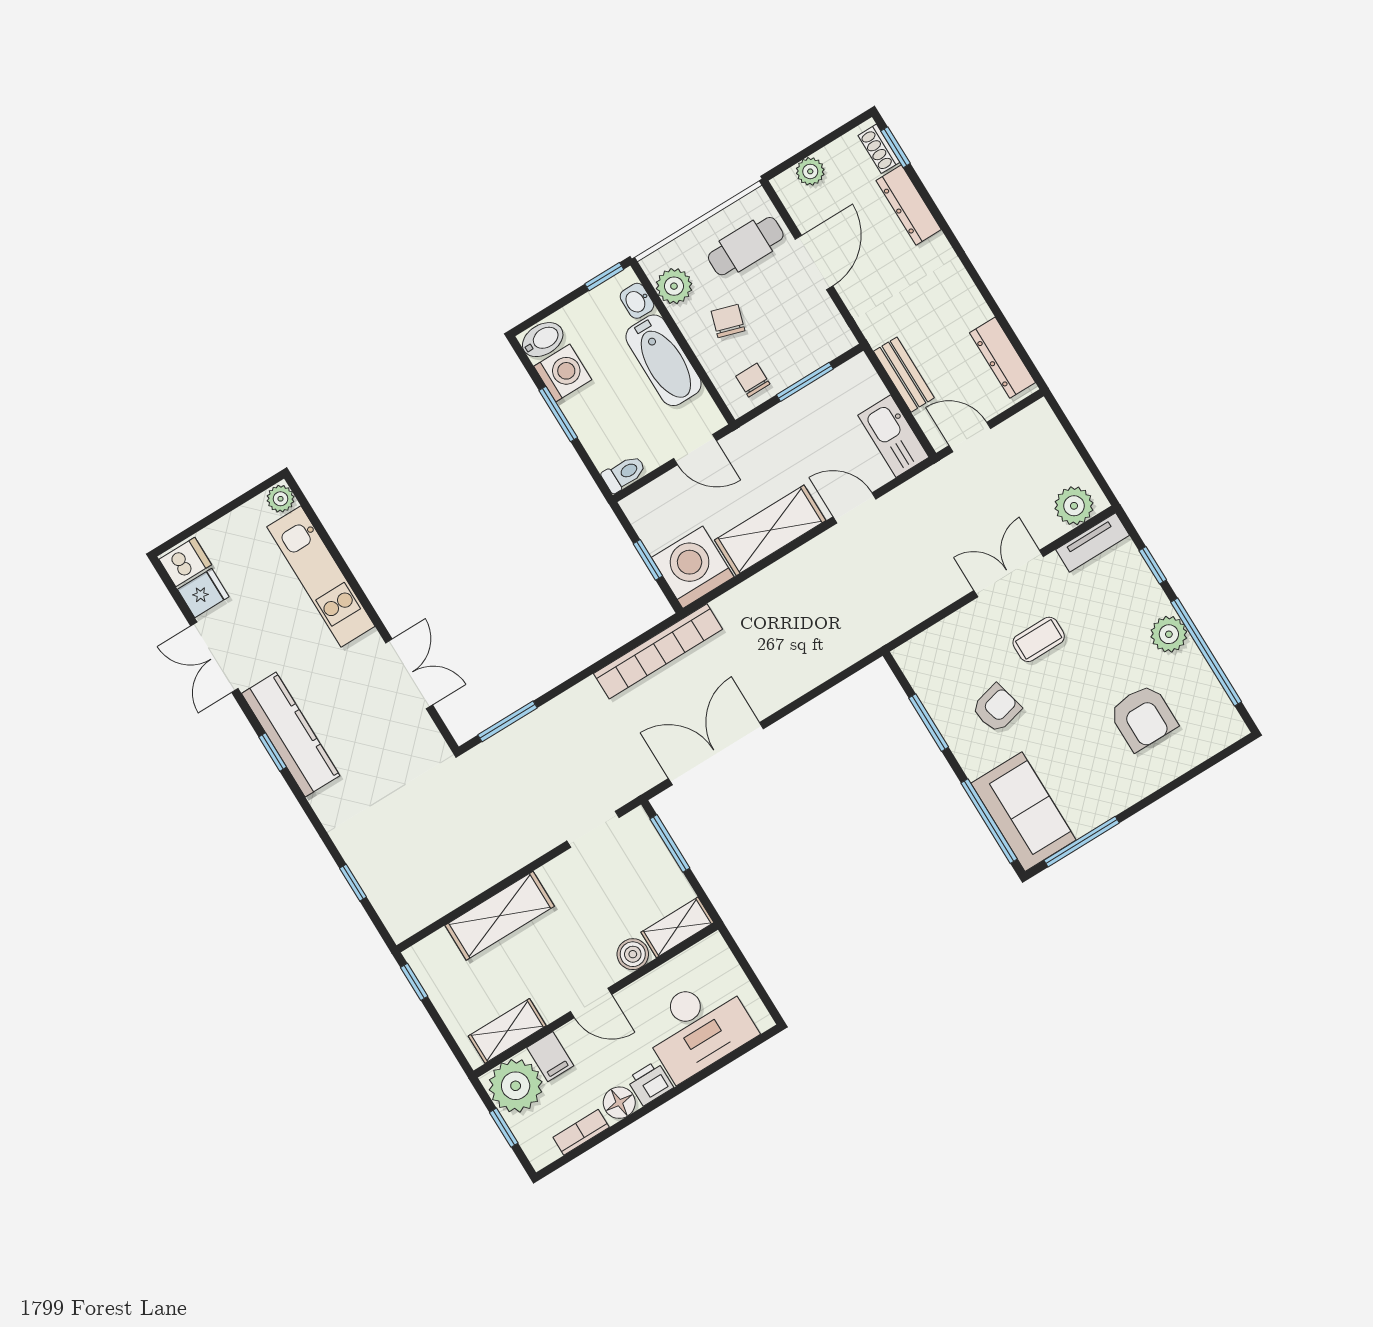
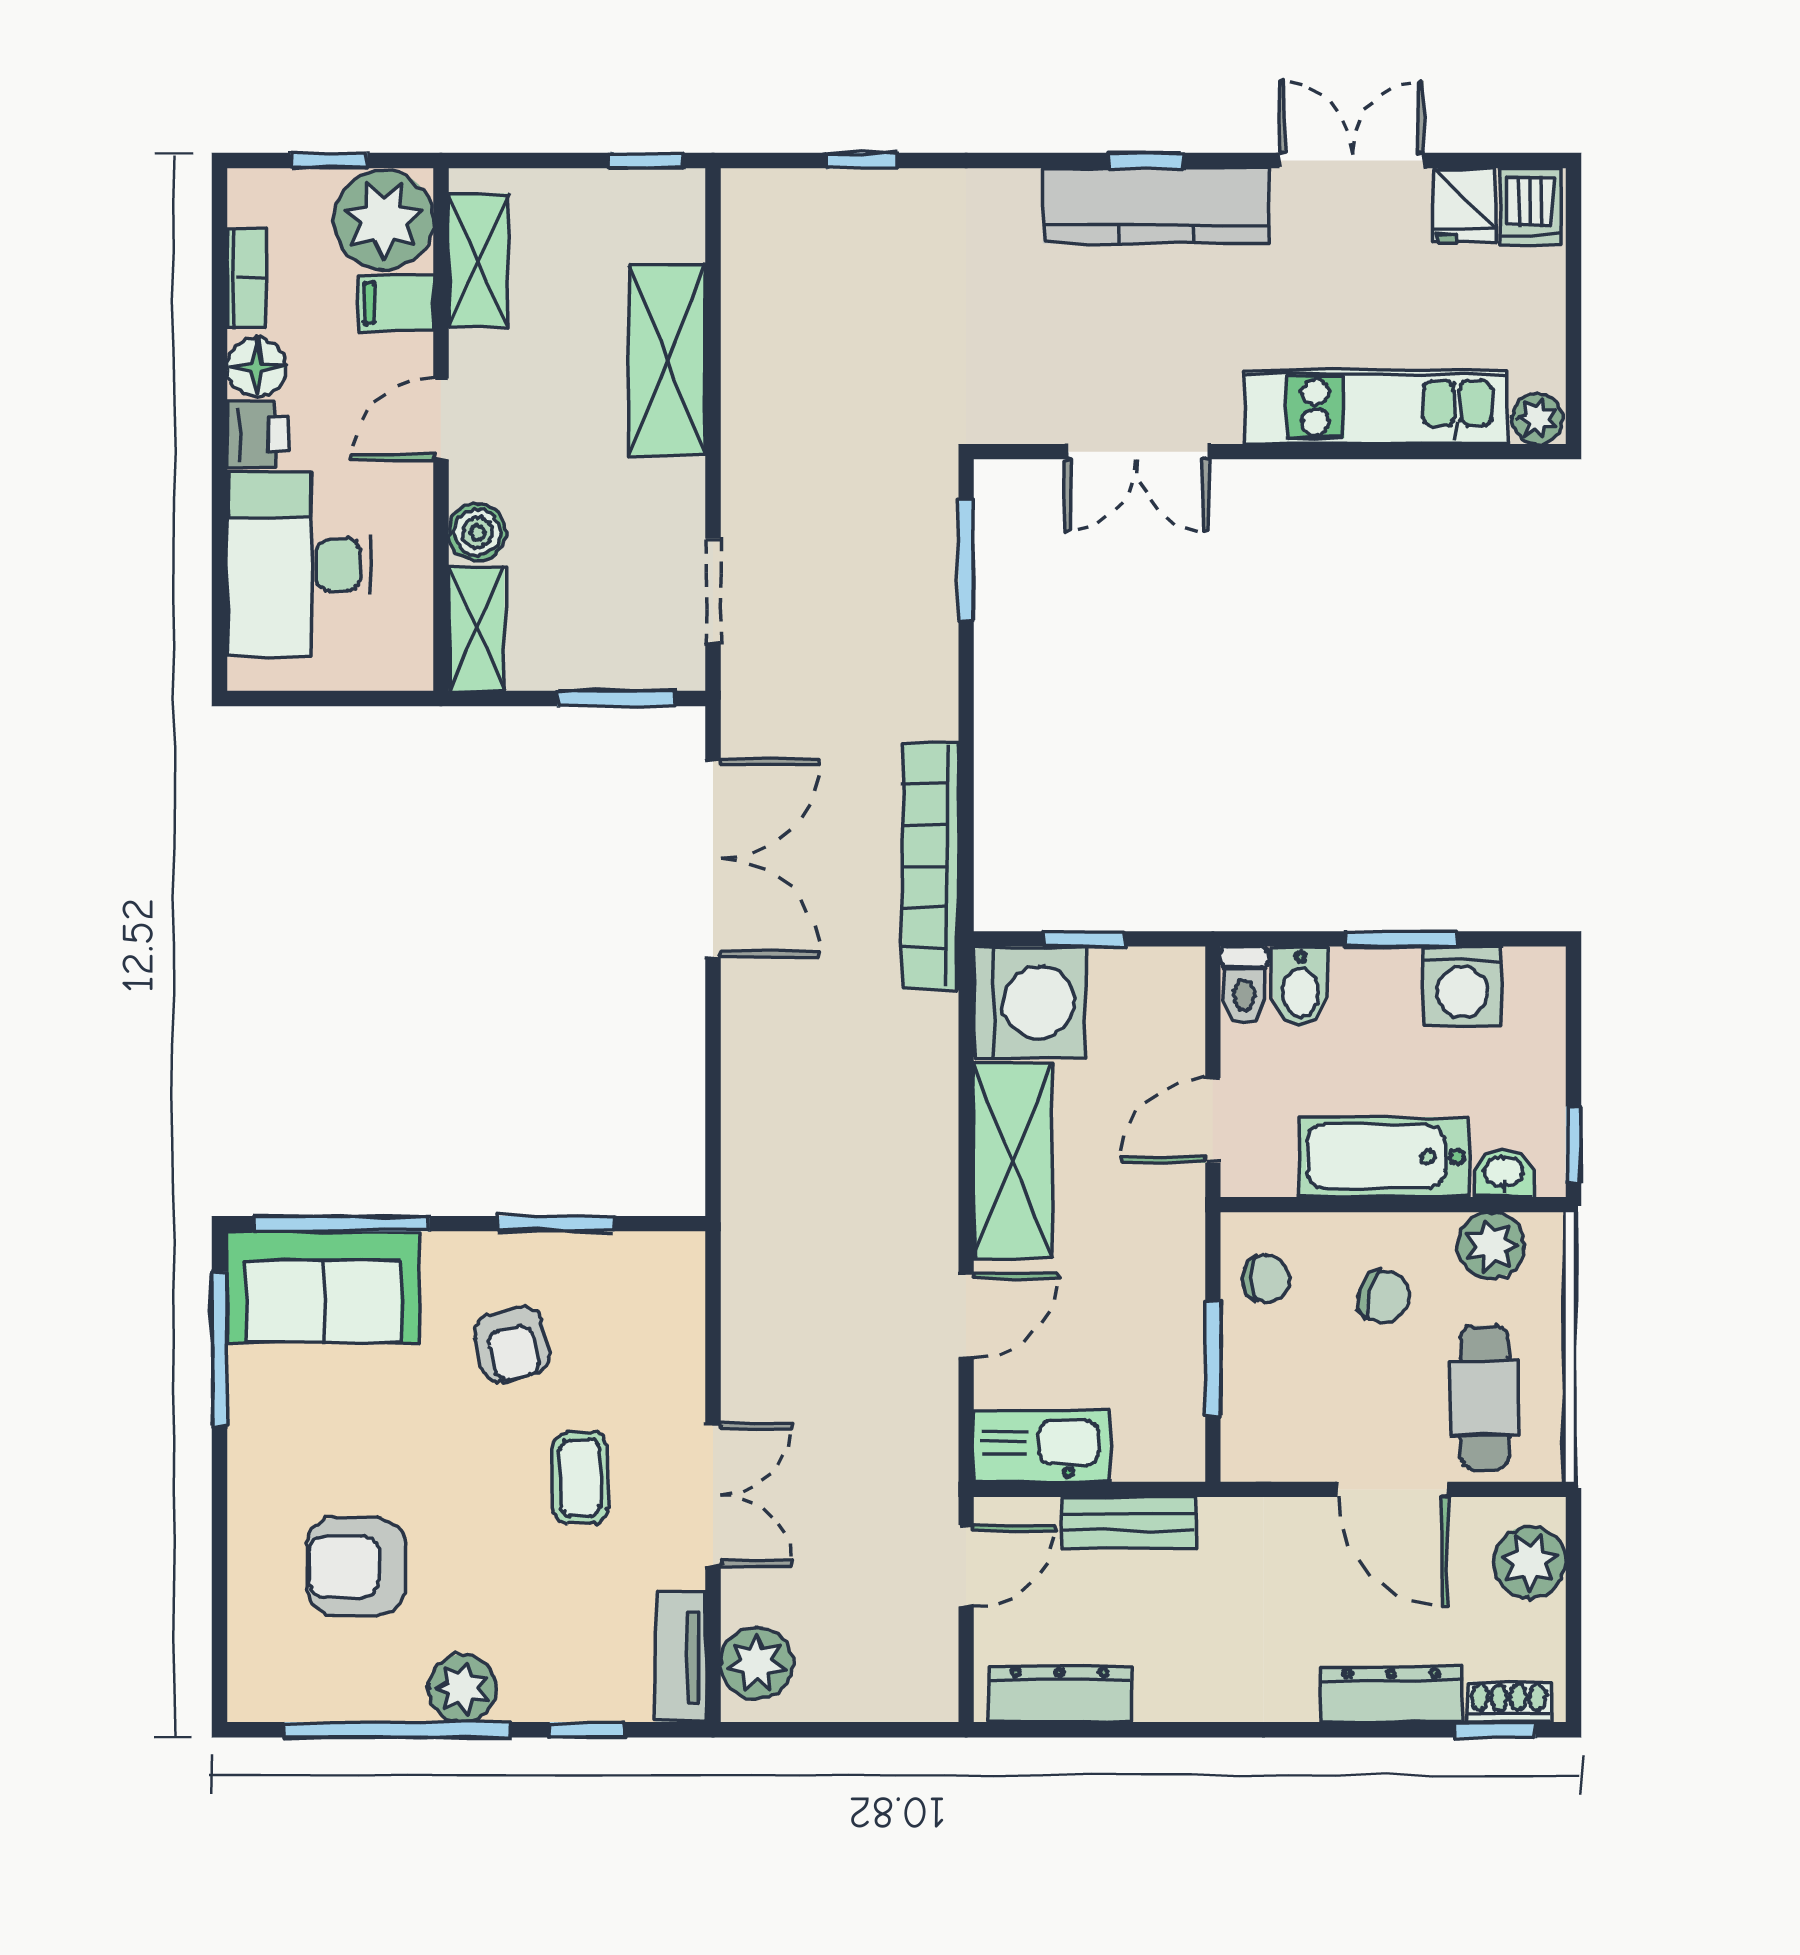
plant: (810, 171) -> (1530, 1562), width x1.38, depth x1.38
bidet: (543, 340) -> (1300, 987), moved

